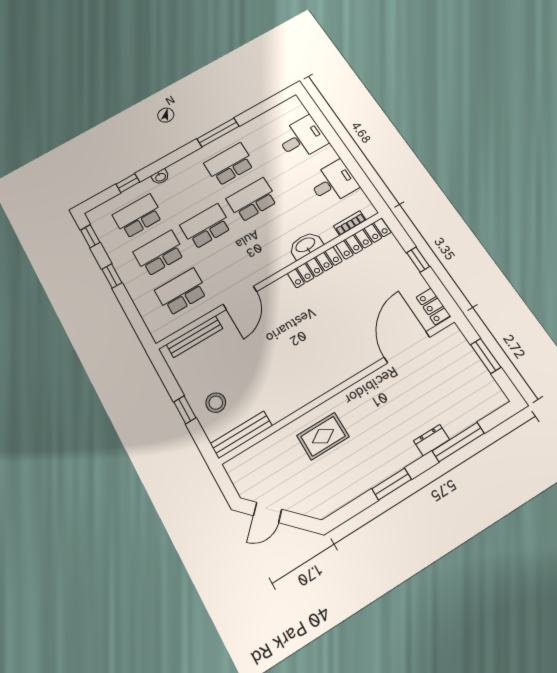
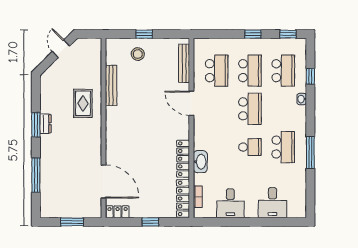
school desk: (252, 200) -> (250, 147), width x0.54
bench: (241, 435) -> (111, 85), moved
dresser: (432, 440) -> (45, 124), moved

